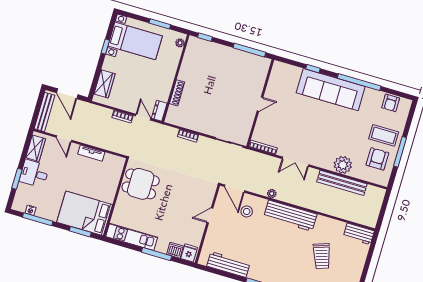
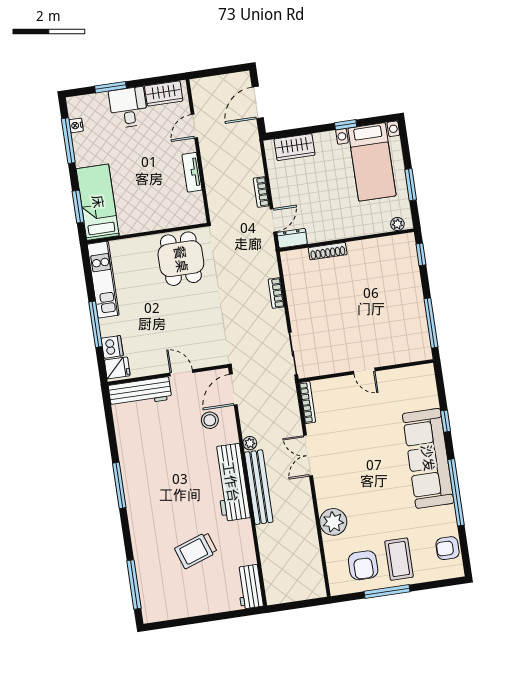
bench: (45, 112) -> (219, 83), removed
armchair: (377, 159) -> (363, 565), turned 90
bench: (342, 183) -> (259, 487), moved
bed: (85, 213) -> (98, 202), width x0.67
workbench: (228, 265) -> (140, 392), moved, turned 90

